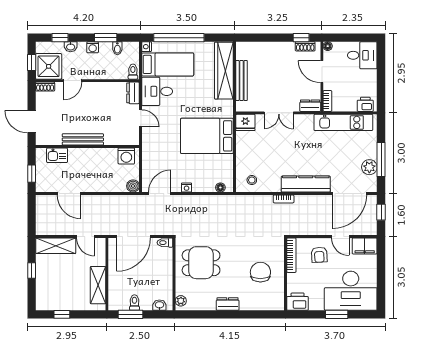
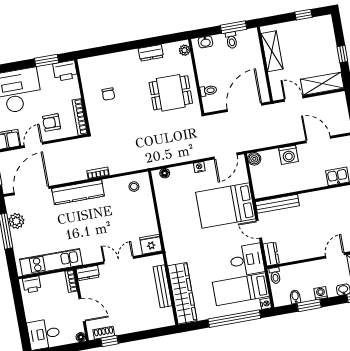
bed: (207, 136) -> (226, 206), moved, turned 180
bench: (83, 139) -> (277, 204), moved
washing machine: (126, 156) -> (289, 155), moved, turned 180
door: (340, 237) -> (33, 145), hinge flipped
toilet: (165, 243) -> (208, 91), moved
armchair: (319, 255) -> (51, 122), turned -87
chair: (260, 272) -> (108, 94), width x0.54, depth x0.54
dresser: (228, 304) -> (151, 53), moved
window: (337, 314) -> (47, 60), moved

